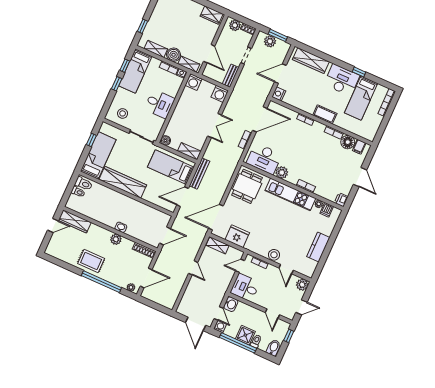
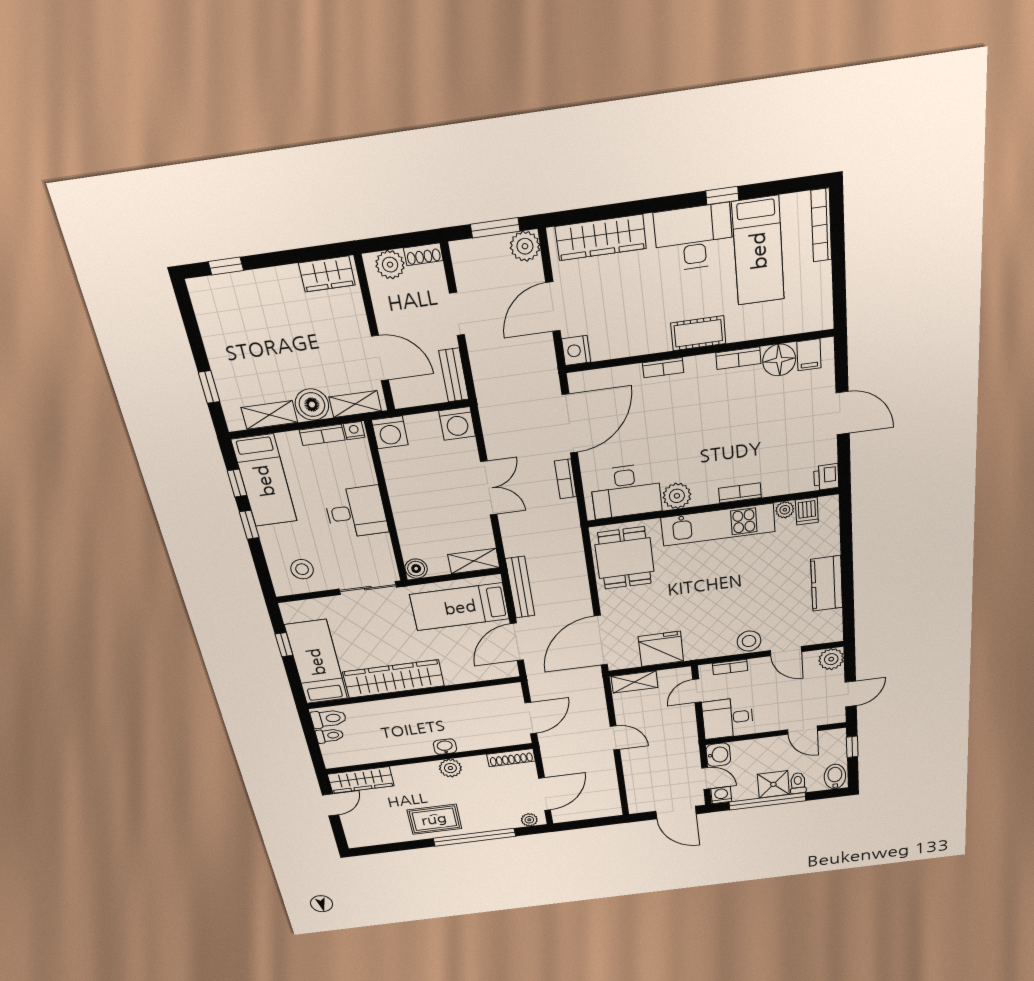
plant: (270, 41) -> (525, 246), moved

